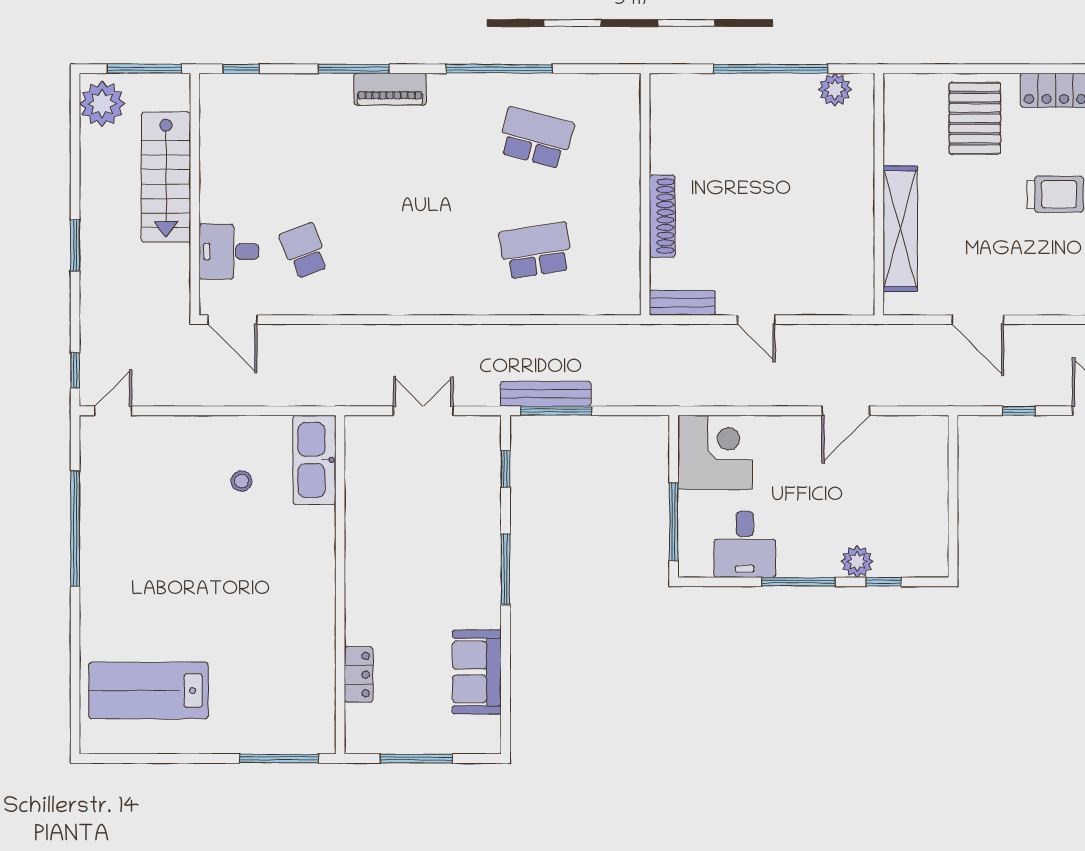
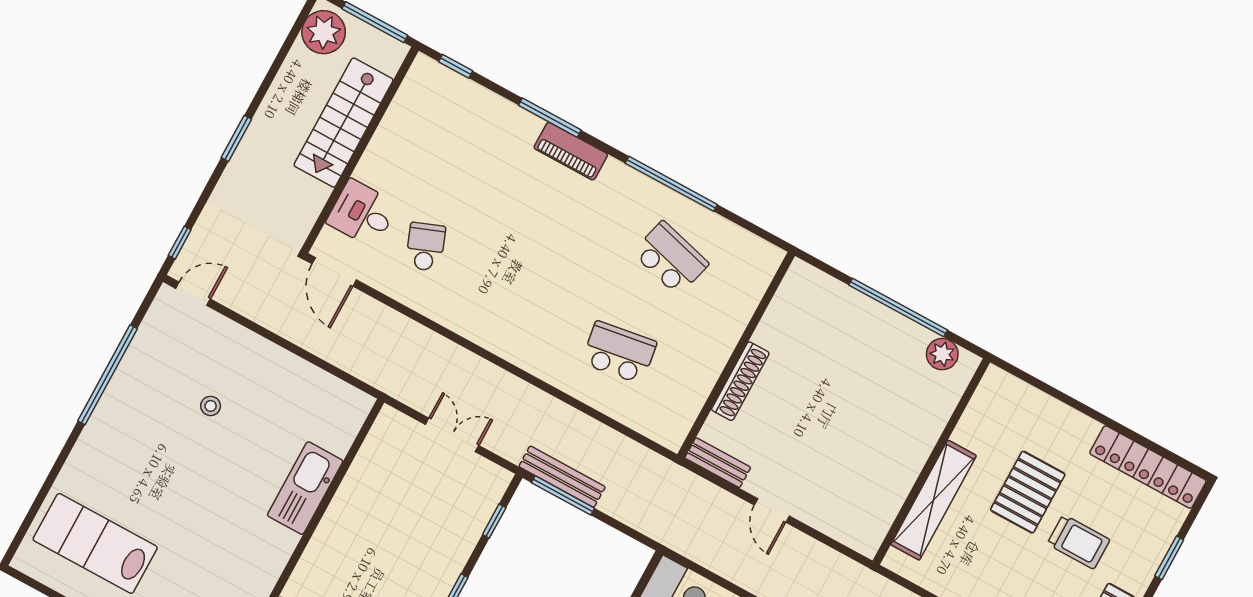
pallet: (975, 118) -> (1028, 492), moved
kitchen sink: (314, 460) -> (305, 488), moved
stool: (242, 481) -> (211, 406), moved

